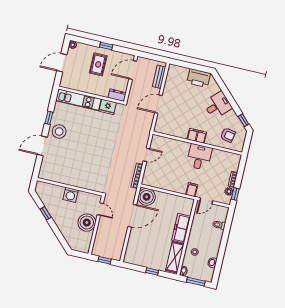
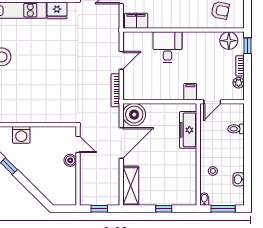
filing cabinet: (197, 136) -> (136, 21), moved
desk: (199, 157) -> (168, 47), moved
floor lamp: (229, 159) -> (229, 41), added
window: (235, 194) -> (247, 46), moved
washing machine: (71, 195) -> (21, 135), moved
boiler: (87, 223) -> (70, 160), width x0.54, depth x0.54
freezer: (181, 228) -> (188, 130), moved
shelving: (175, 257) -> (131, 186), moved

